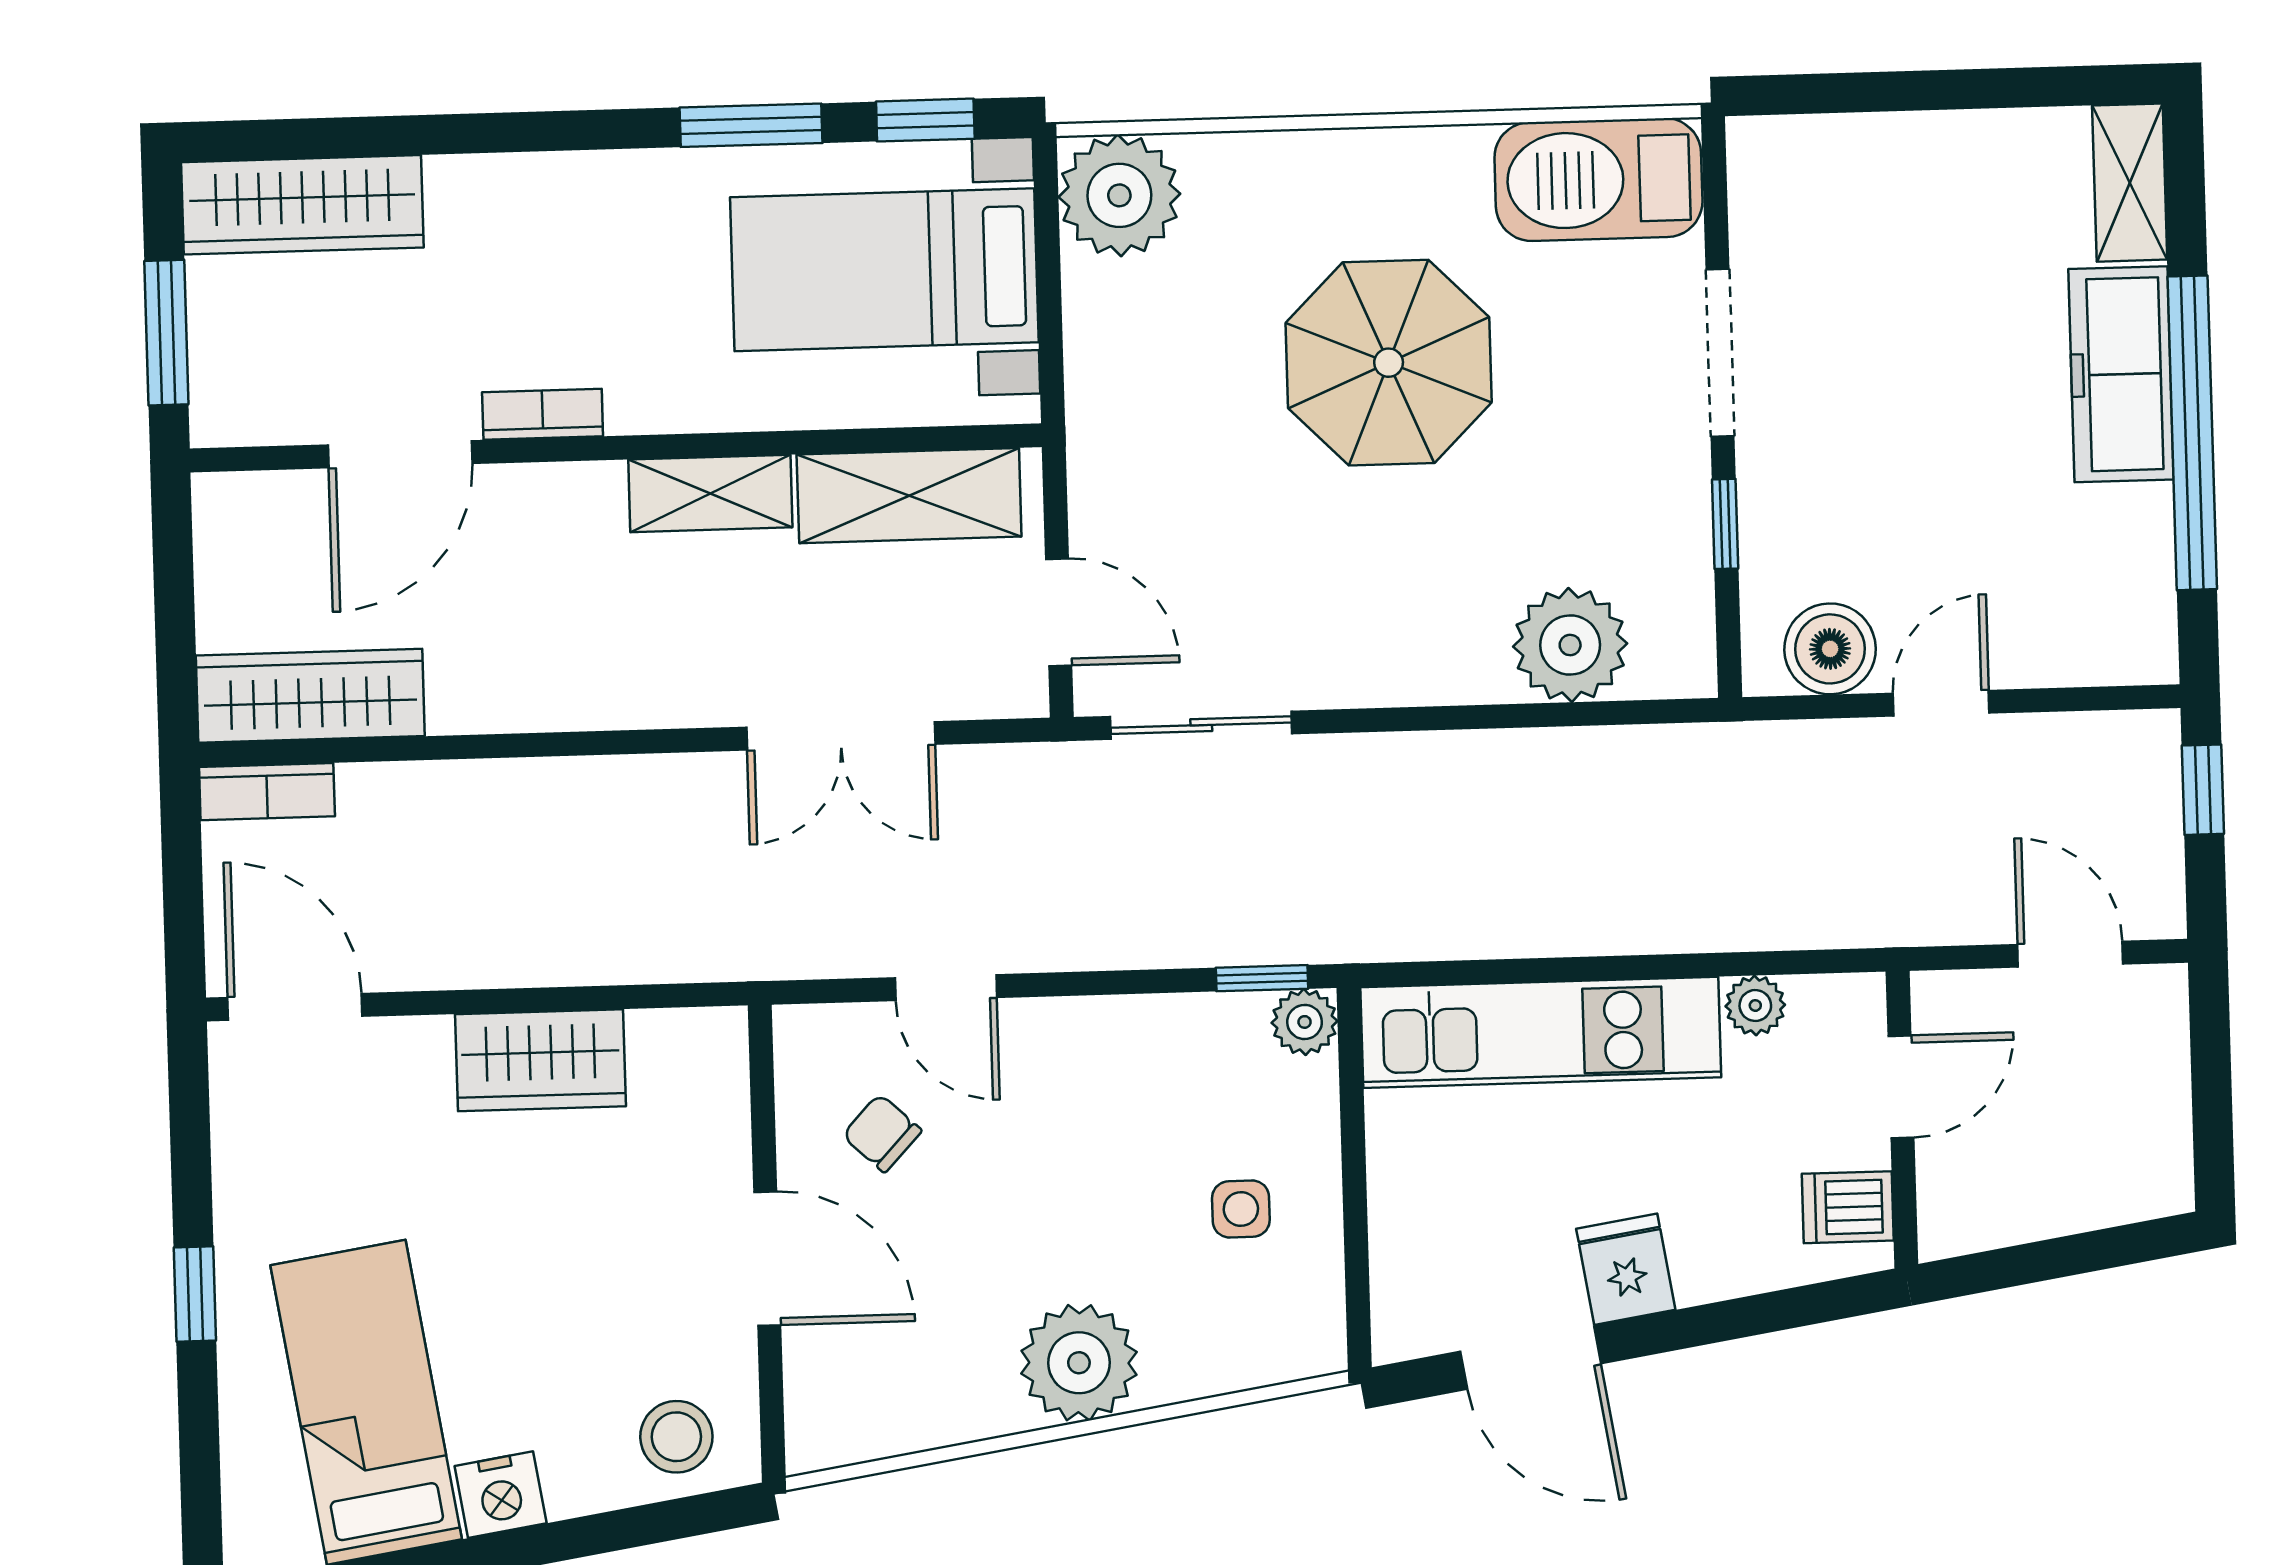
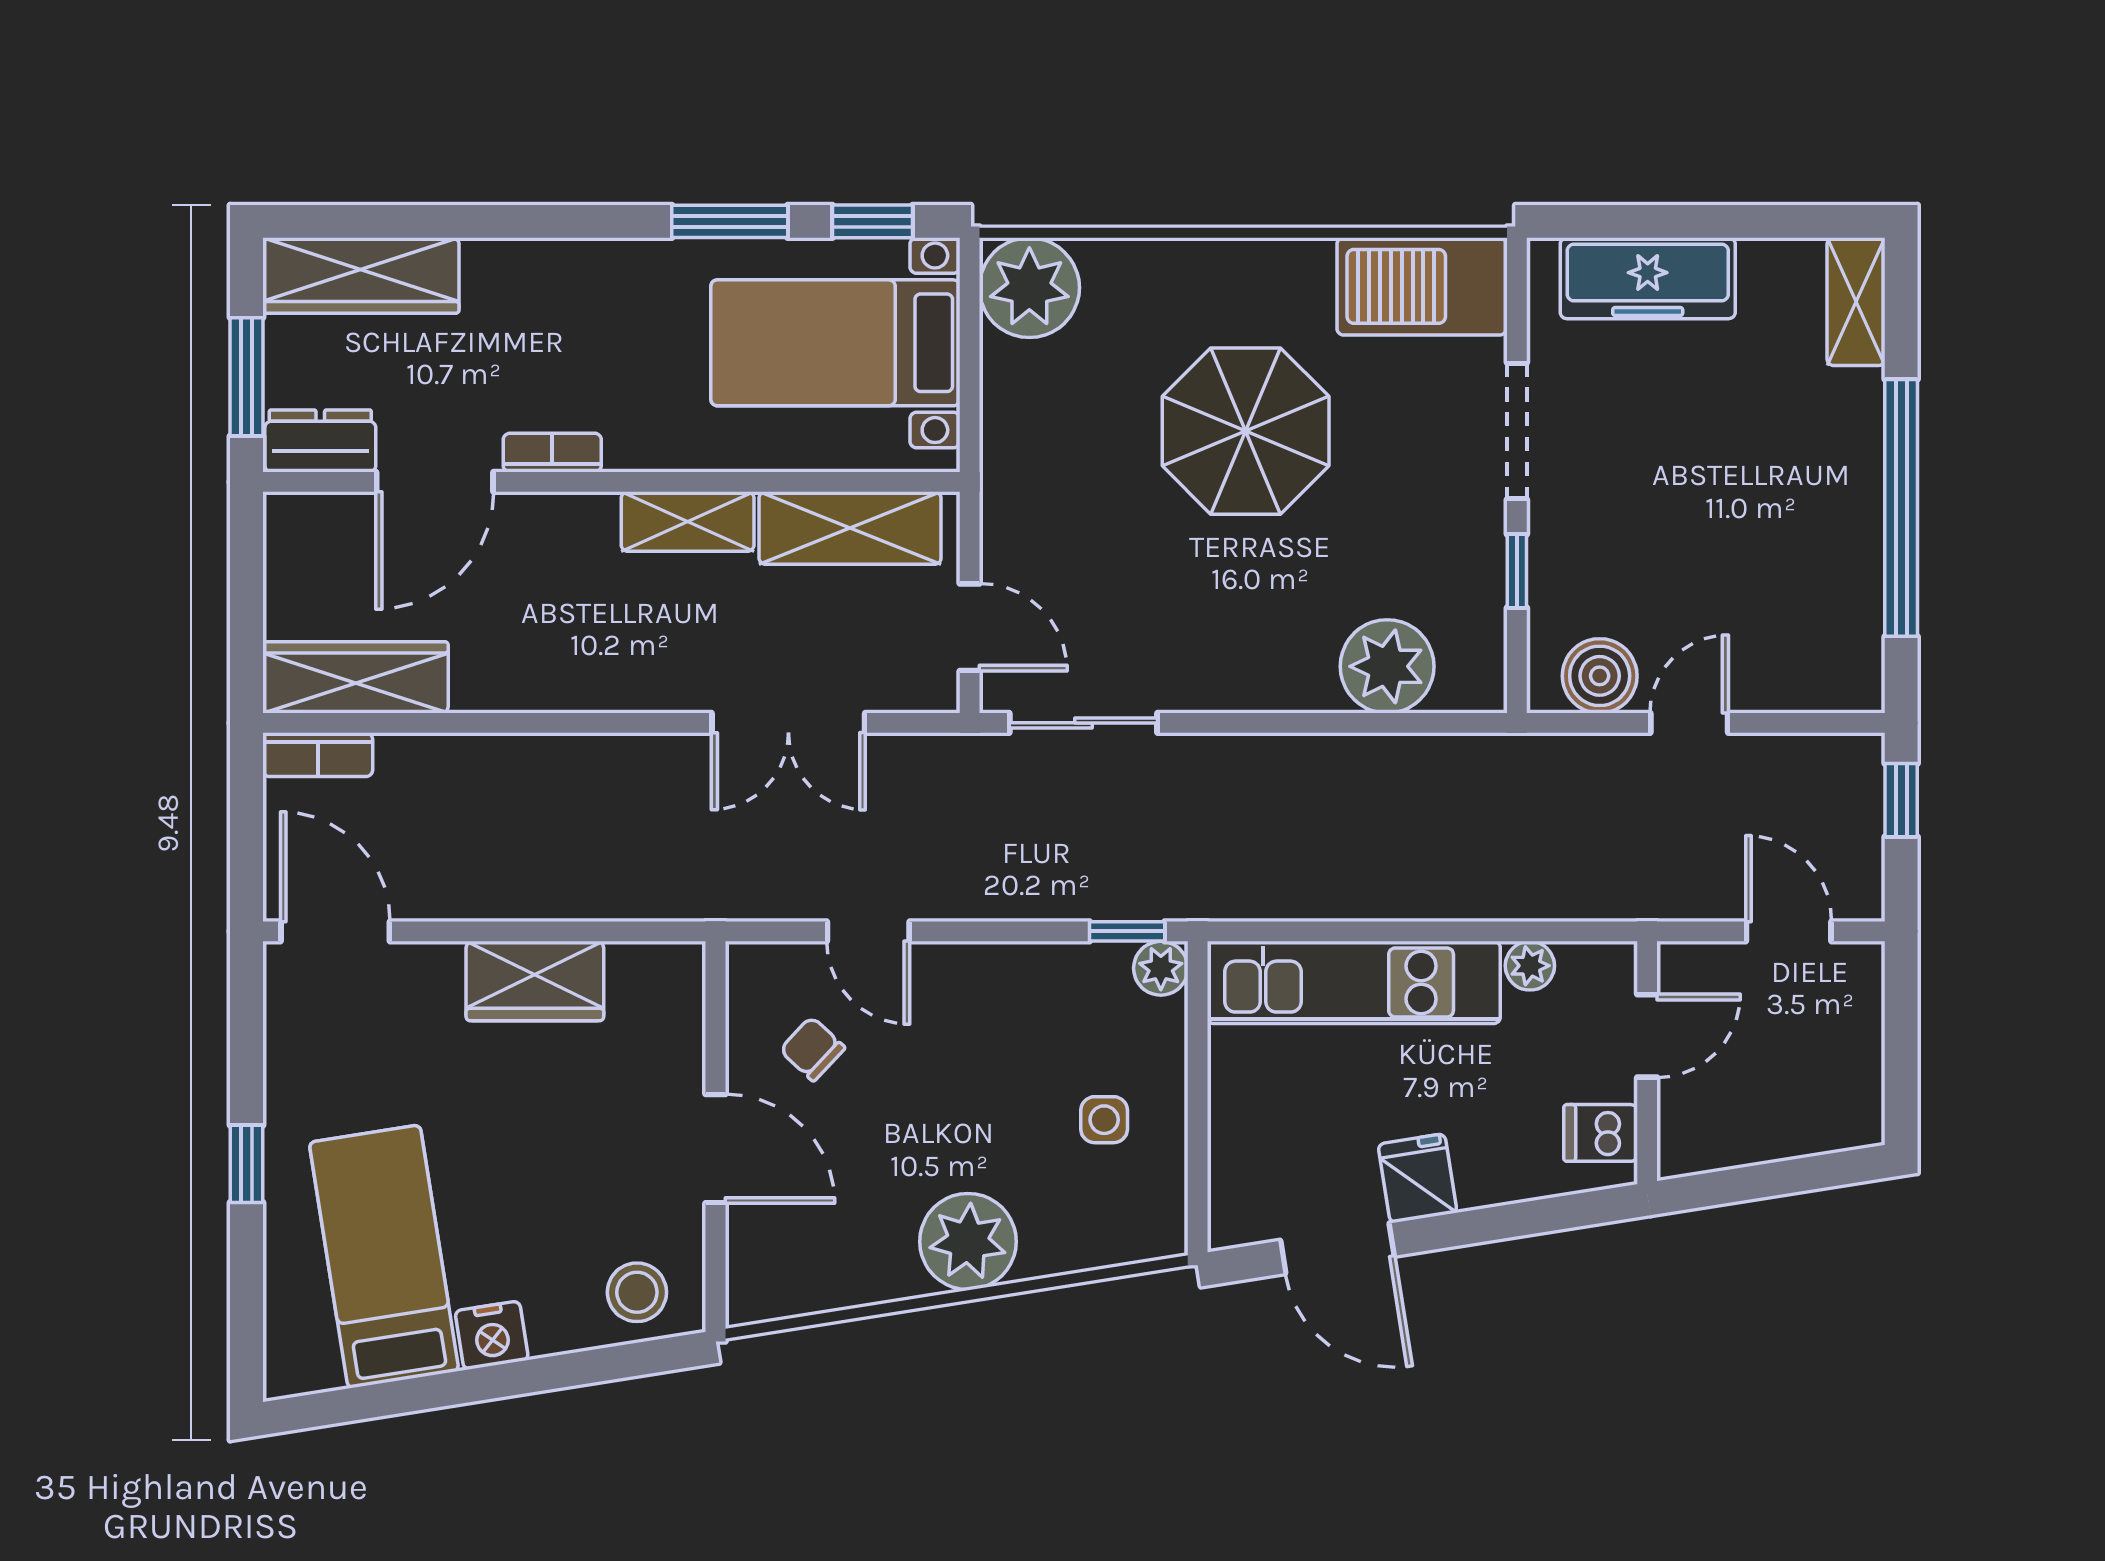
freezer: (2121, 374) -> (1648, 278), moved, turned -90
dresser: (259, 408) -> (320, 441), added

